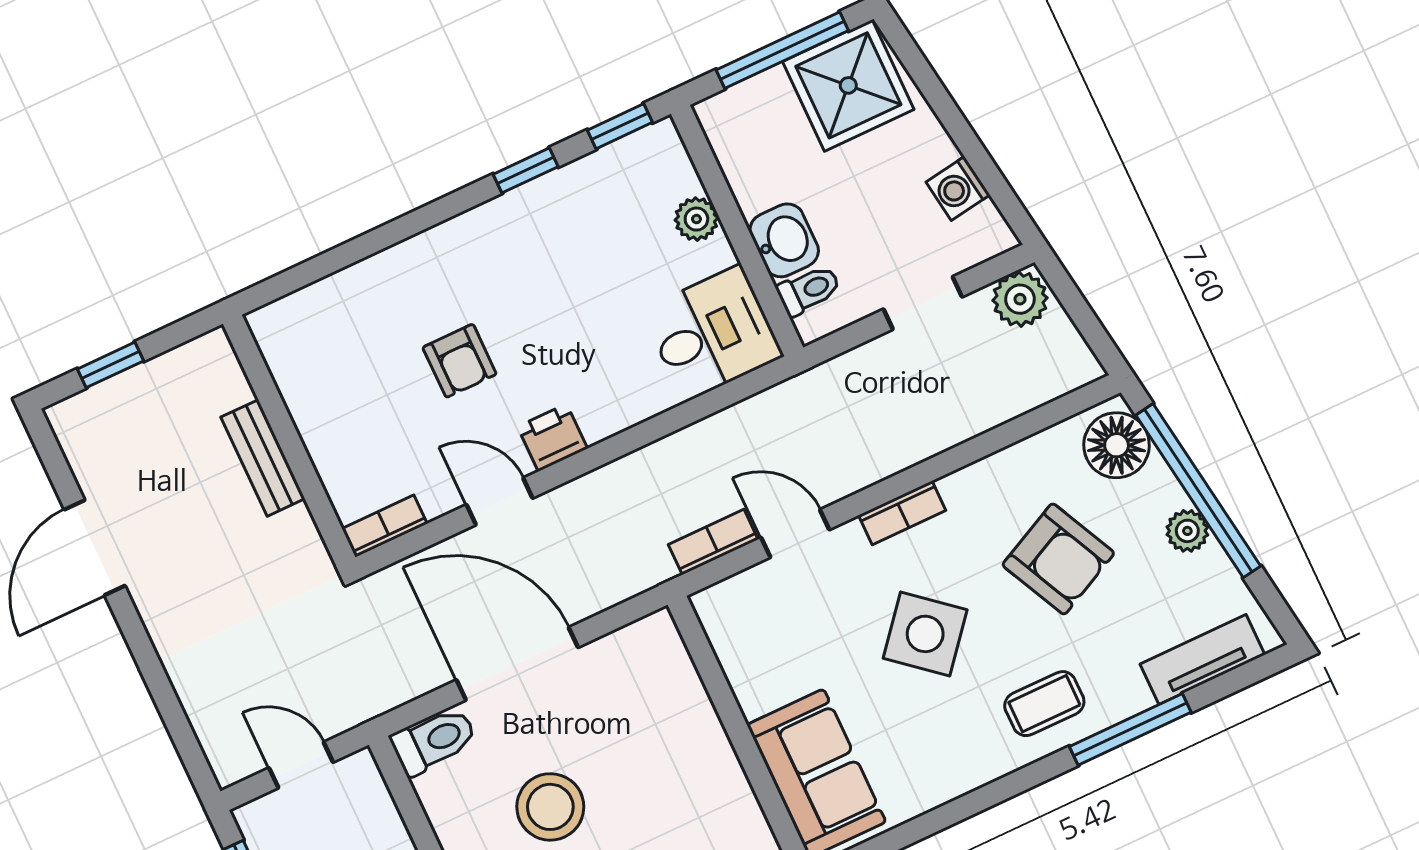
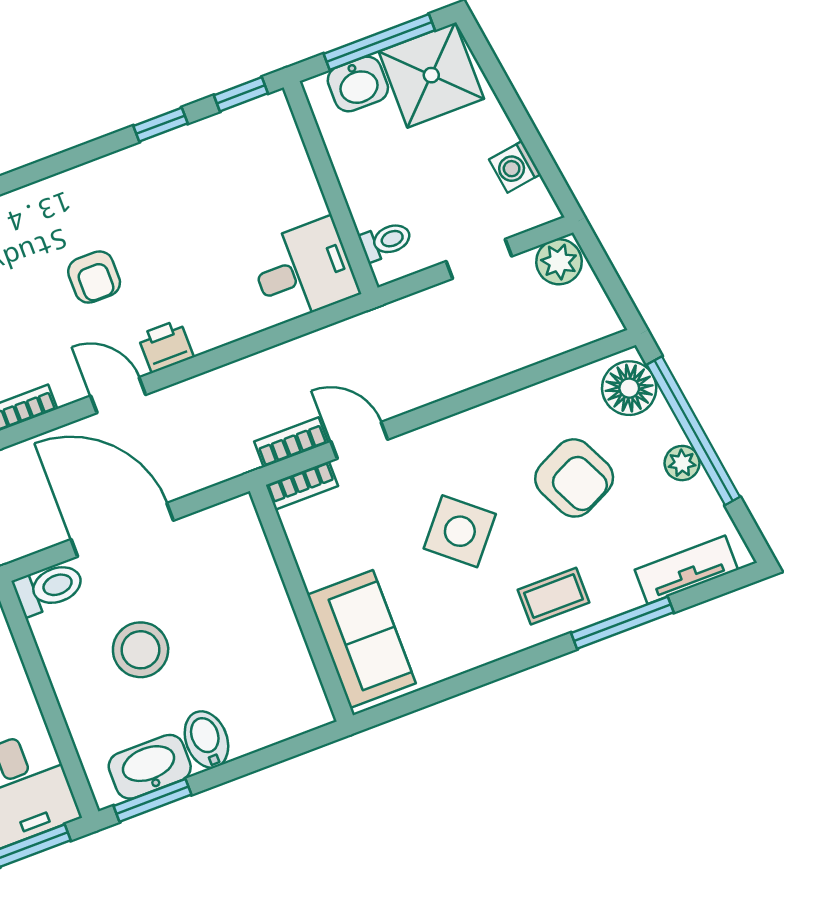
plant: (696, 219) -> (298, 175), removed
washbasin: (784, 240) -> (358, 84), moved, turned 90
bookcase: (902, 513) -> (302, 486), moved

